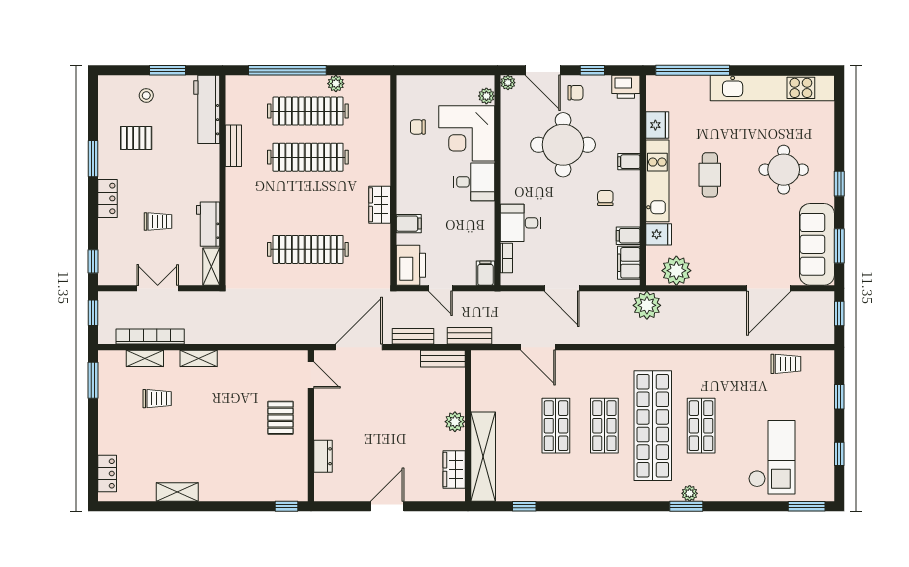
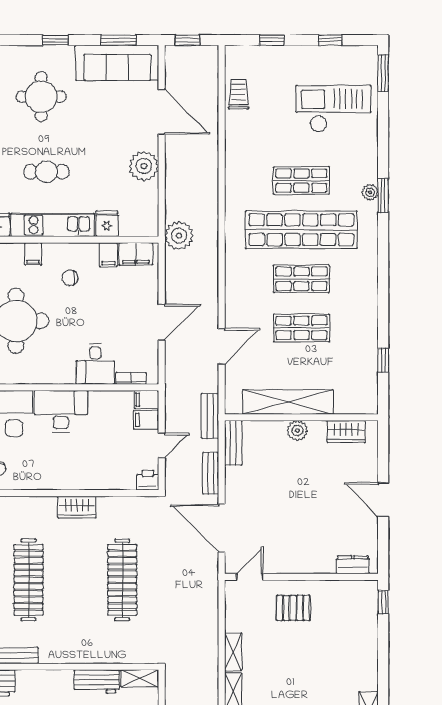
desk: (474, 182) -> (61, 411), width x1.37
filing cabinet: (409, 224) -> (146, 420), moved, turned -90
printer: (411, 265) -> (148, 480), width x0.53, depth x0.68
plant: (676, 271) -> (144, 166), moved
shelving: (237, 359) -> (233, 652), added
dresser: (323, 456) -> (353, 565), moved
shelving: (483, 457) -> (288, 402), moved

